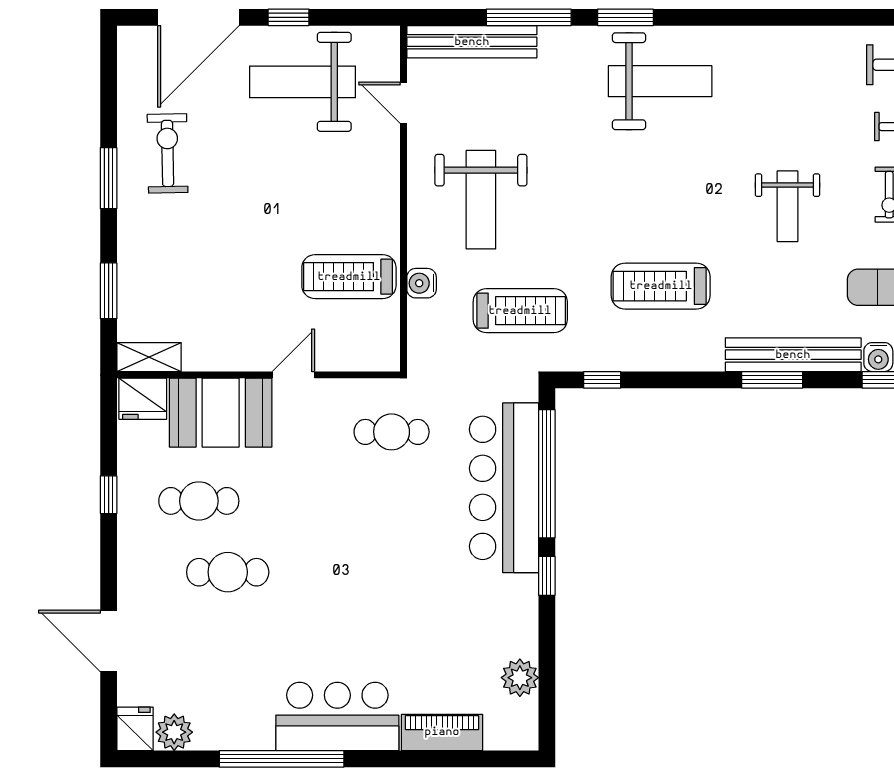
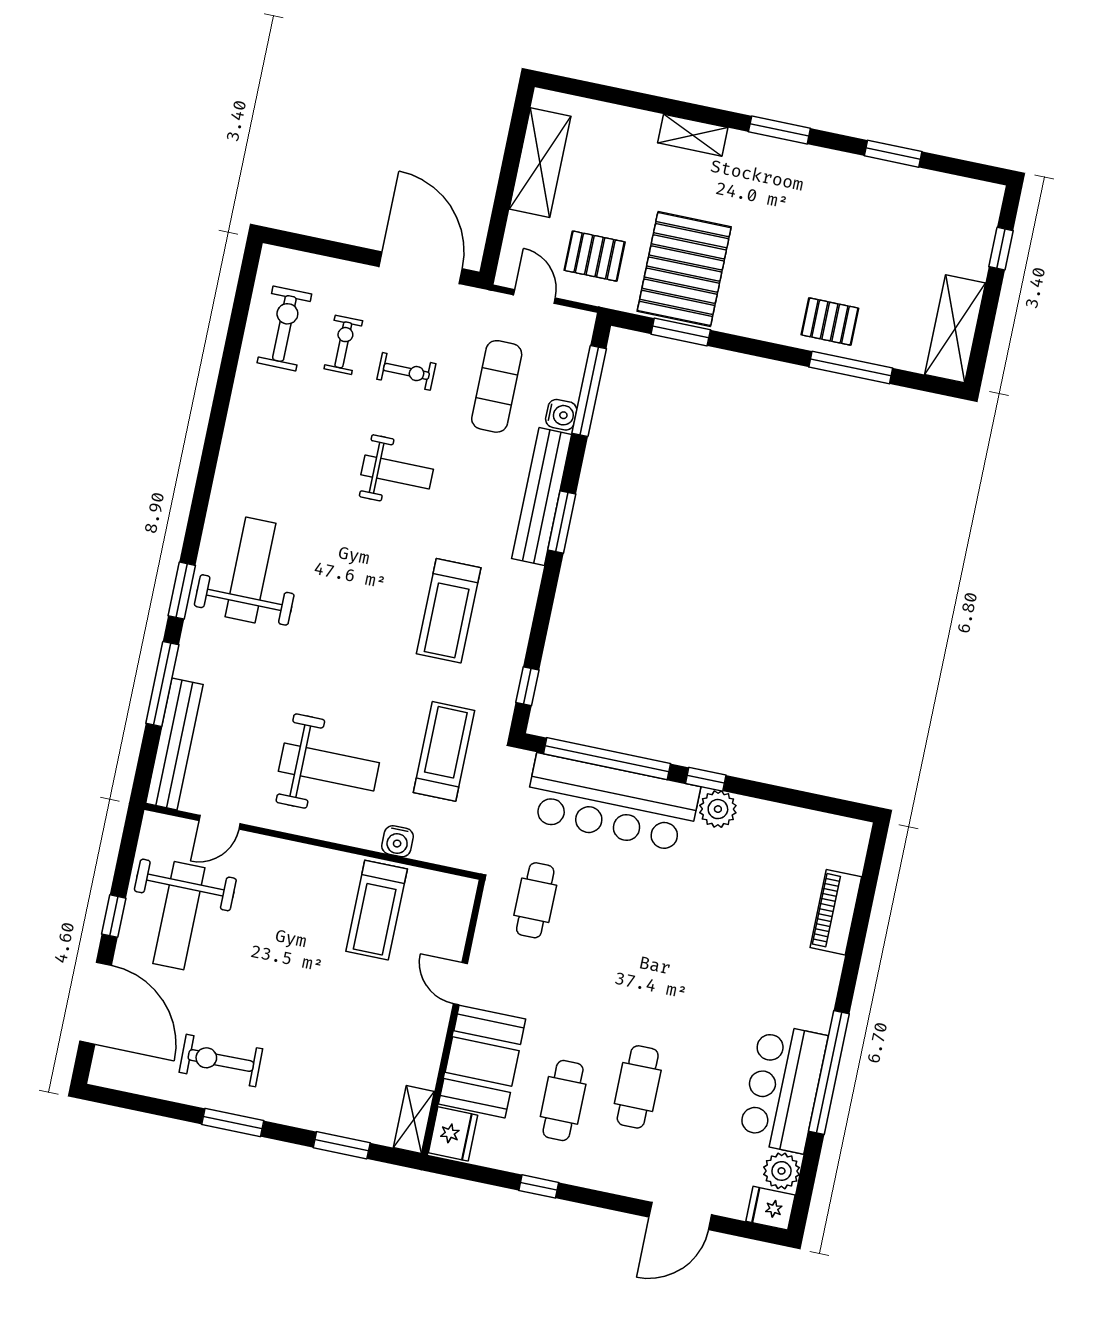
plant: (520, 678) -> (718, 809), moved
bar counter: (337, 716) -> (783, 1088), moved

